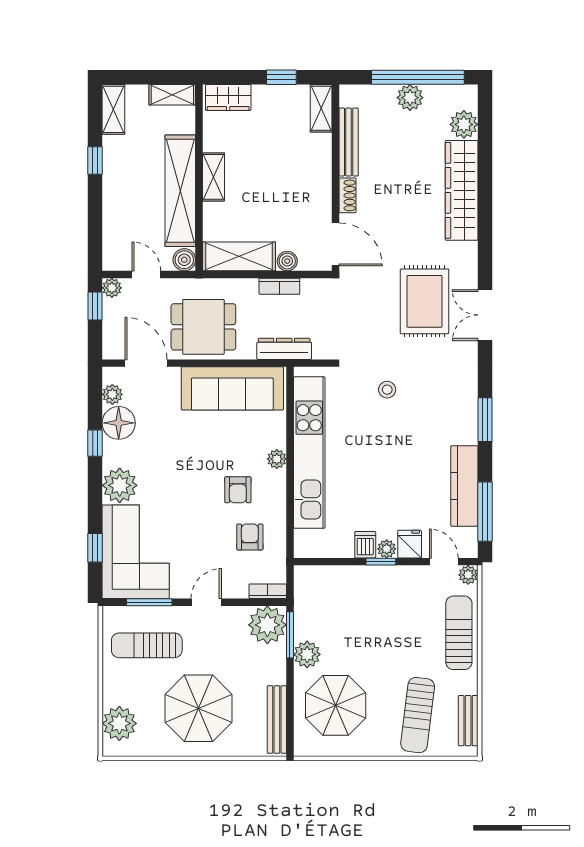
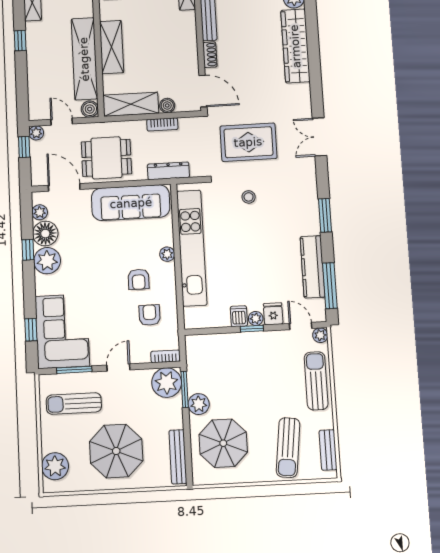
shelving: (214, 177) -> (112, 47), width x1.50, depth x1.33
rug: (424, 301) -> (248, 142), moved, turned 90
plant: (120, 485) -> (47, 261), moved

